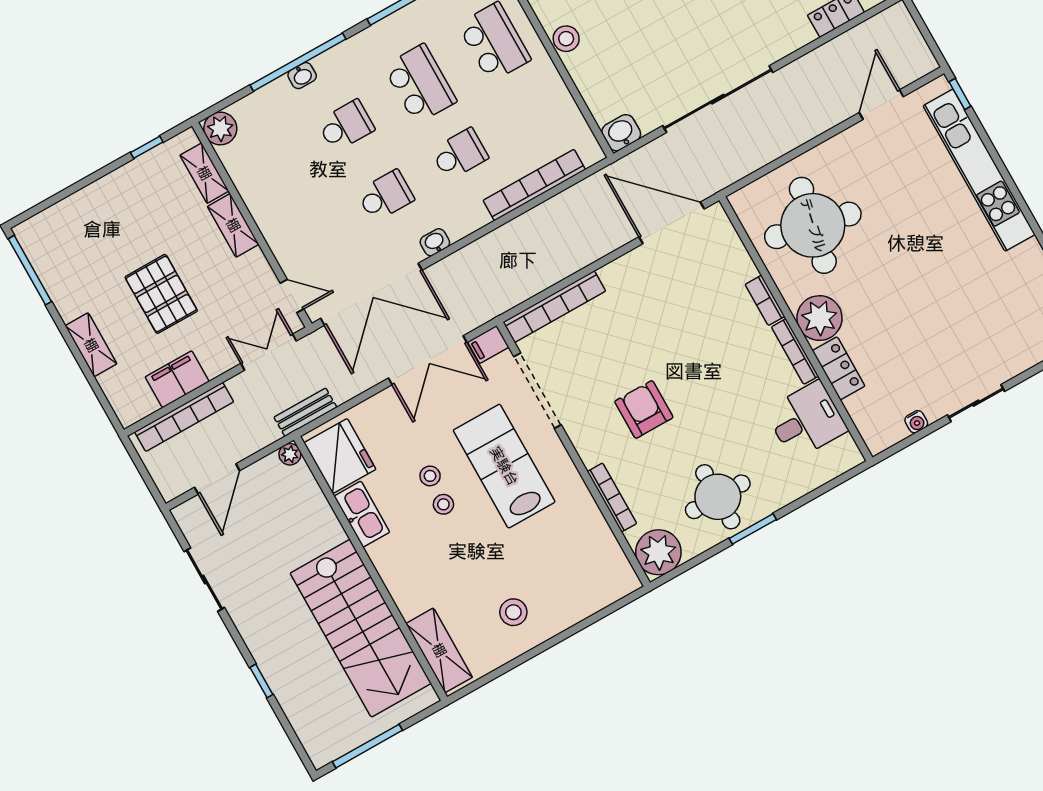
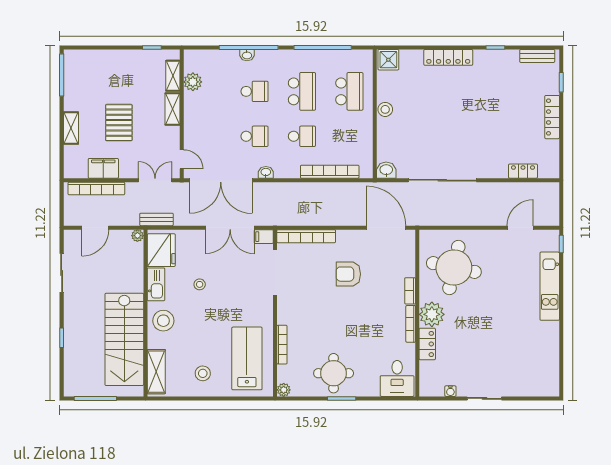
plant: (220, 128) -> (193, 82), moved
kitchen unit: (979, 170) -> (550, 286), width x0.73
armchair: (644, 409) -> (348, 274), moved, turned -90
desk: (806, 420) -> (397, 378), moved, turned 90
lab bench: (504, 466) -> (247, 358), moved
stool: (443, 504) -> (163, 321), moved, width x1.89, depth x1.89
plant: (658, 552) -> (284, 390), width x0.53, depth x0.53

